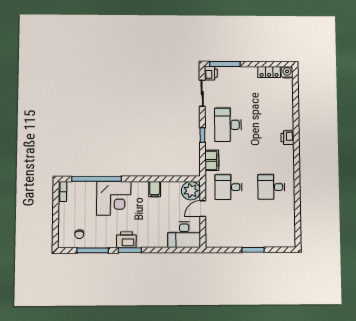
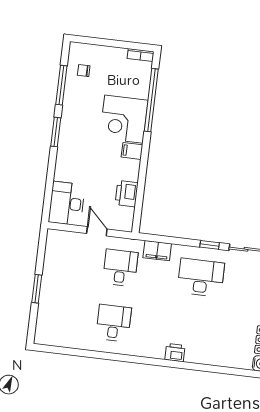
window: (202, 135) -> (210, 245), moved
filing cabinet: (155, 189) -> (132, 151), moved
plant: (191, 191) -> (122, 219), removed
printer: (126, 240) -> (127, 194), moved, turned 180

